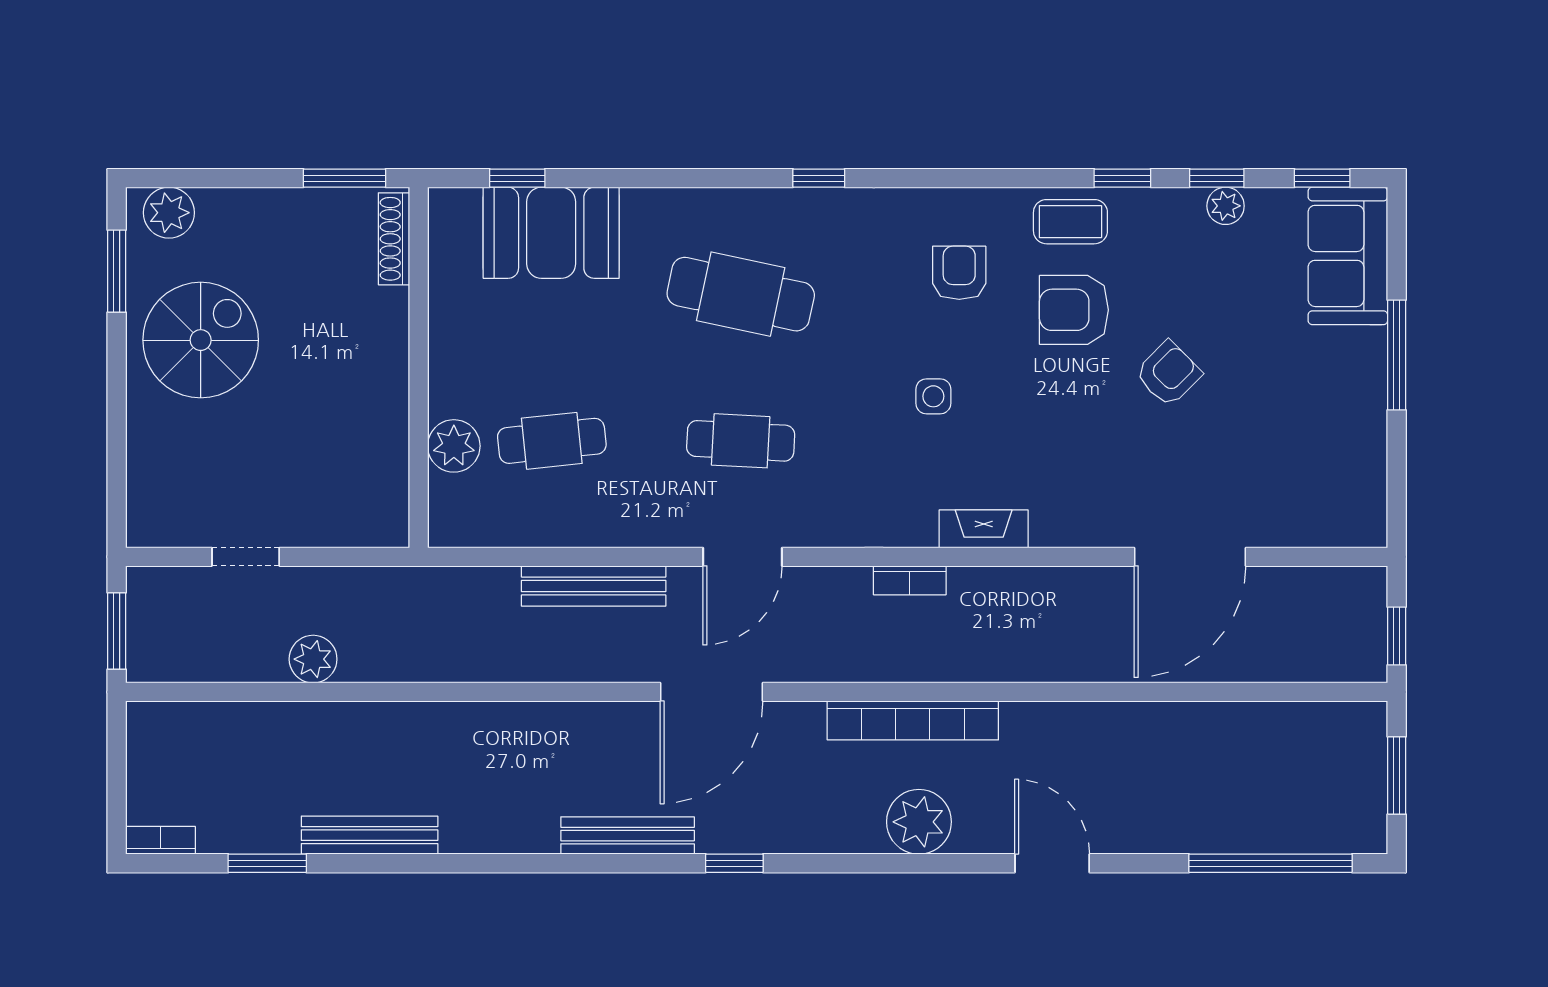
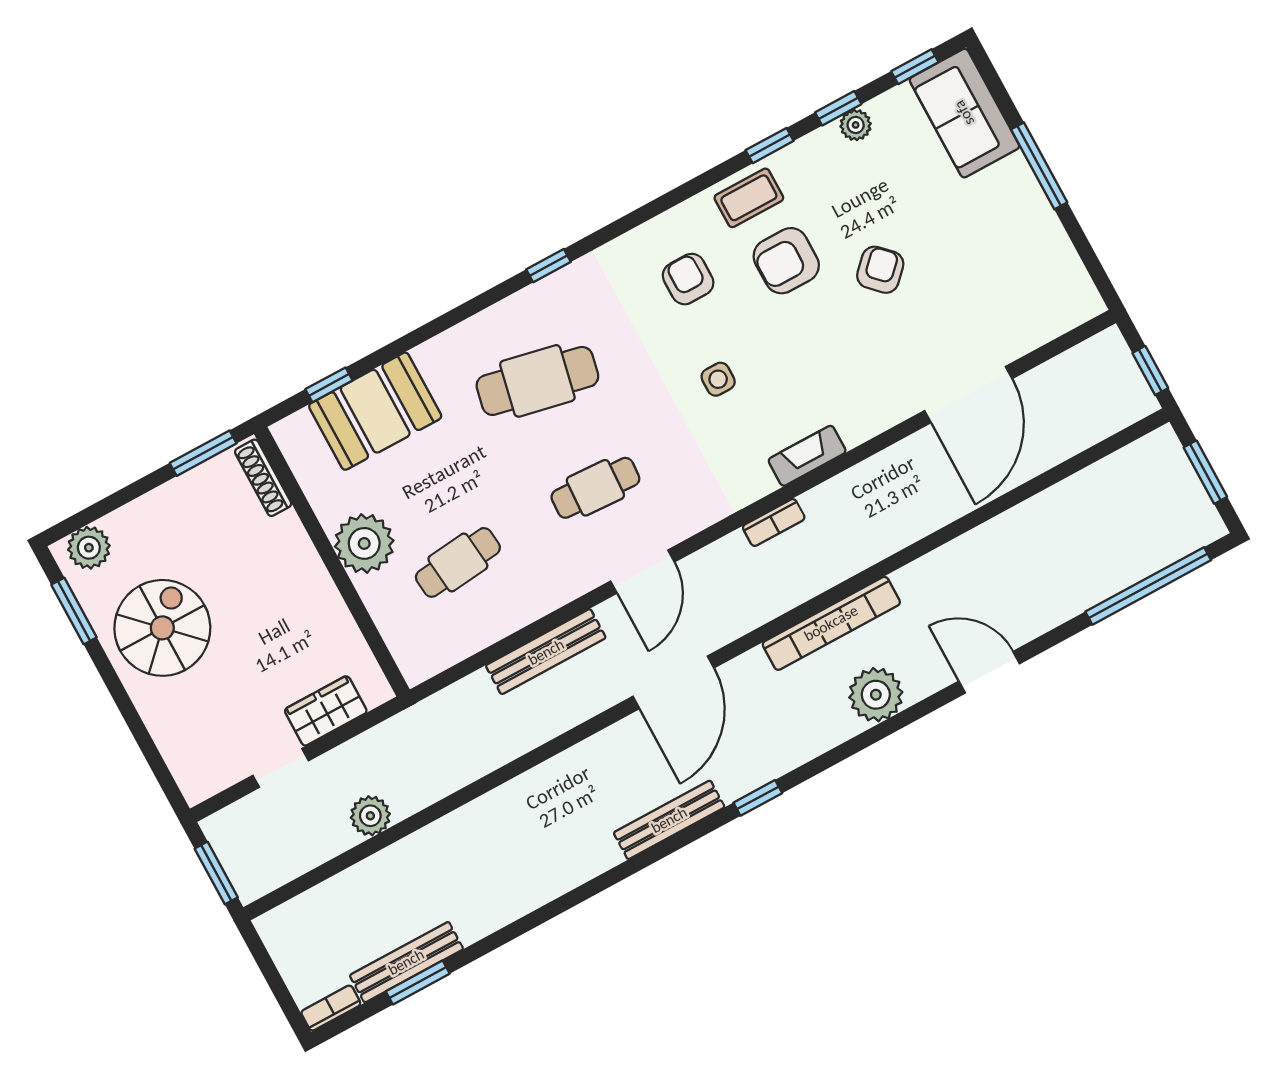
plant: (454, 446) -> (364, 543), moved, width x1.36, depth x1.36
wardrobe: (326, 522) -> (326, 711), added
bench: (370, 835) -> (406, 962), moved

